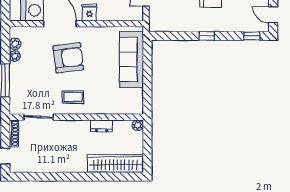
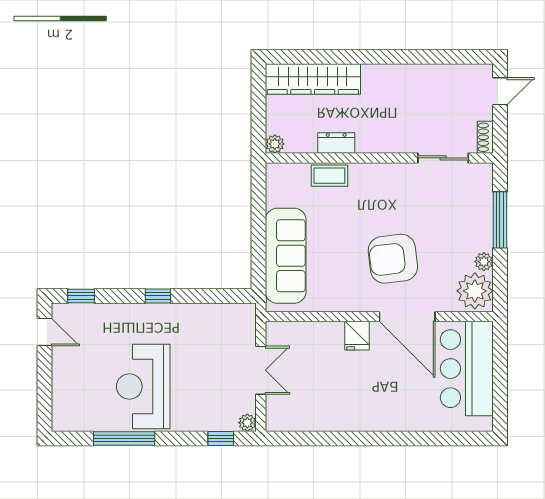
plant: (15, 44) -> (475, 291), width x1.87, depth x1.87
coffee table: (73, 97) -> (329, 176), moved
shoe rack: (14, 133) -> (485, 137), width x0.70

